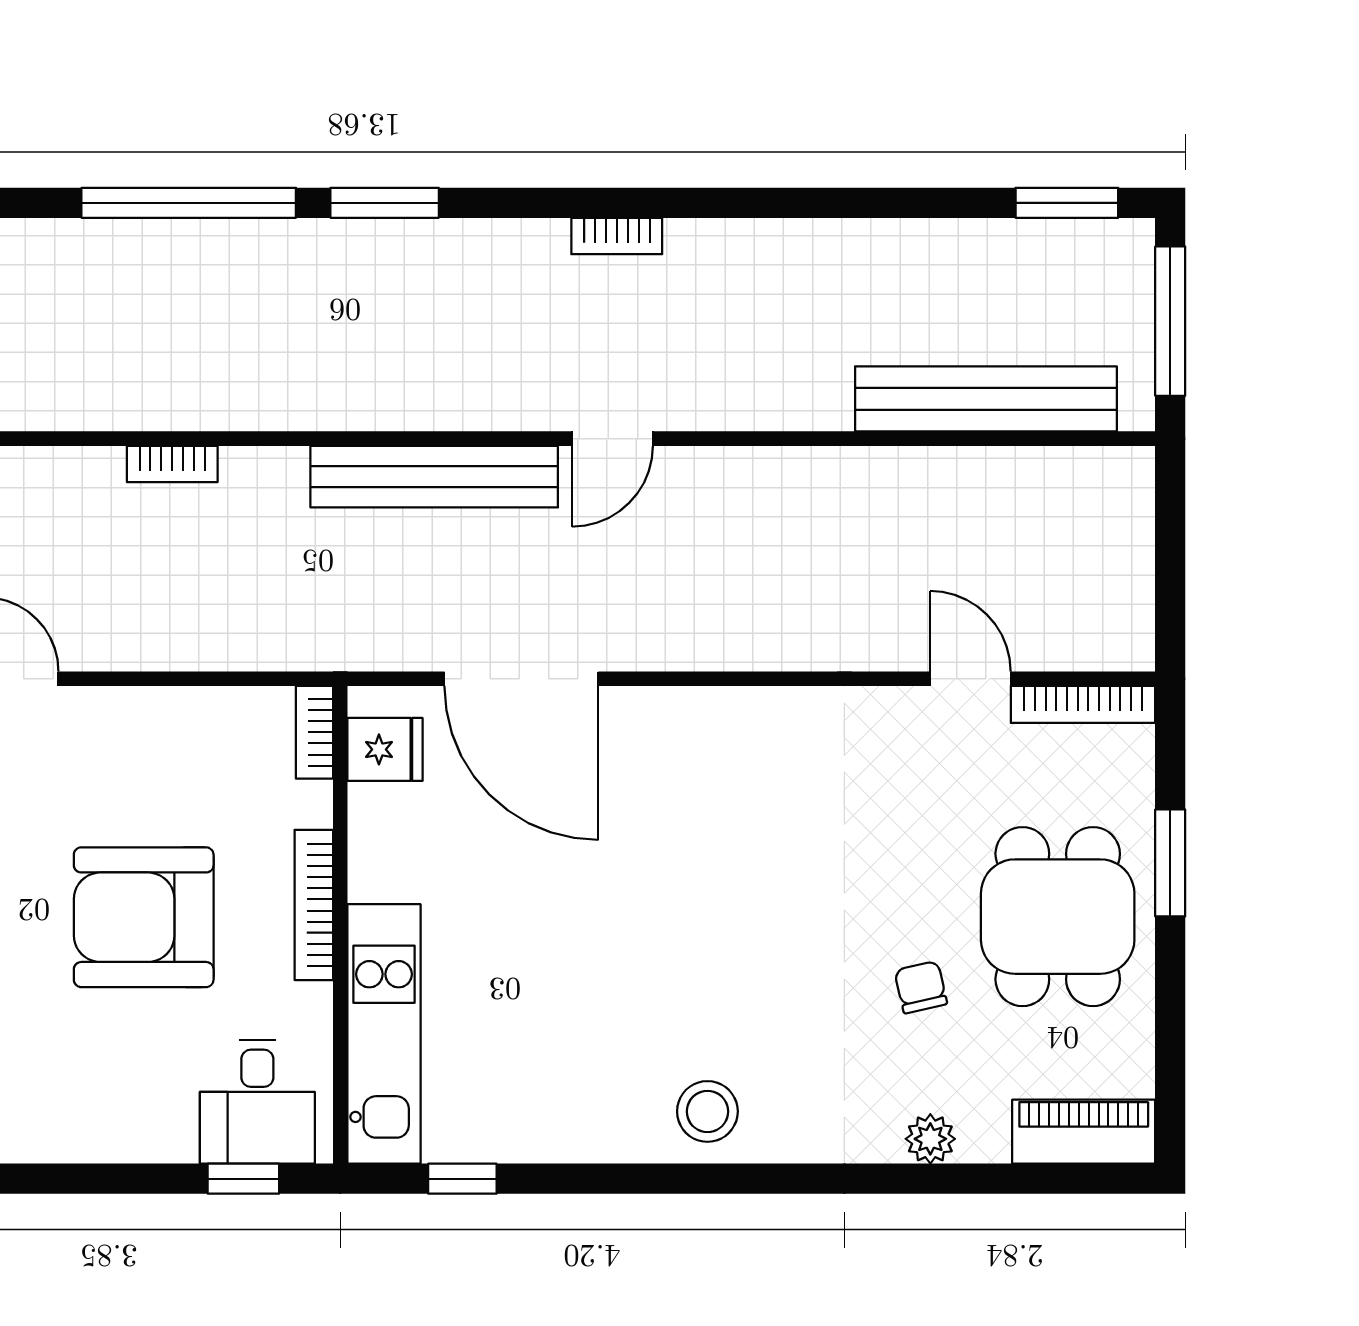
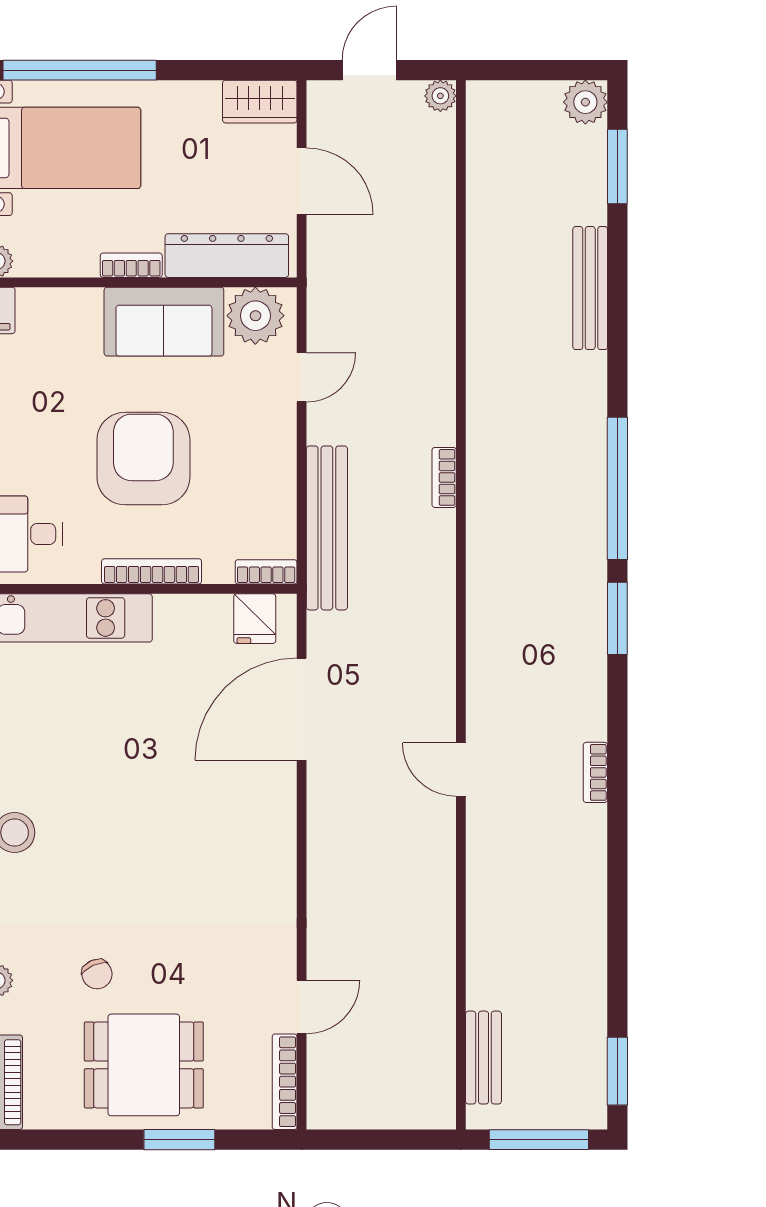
bench: (986, 399) -> (483, 1058), width x0.54, depth x0.82
bench: (434, 477) -> (327, 528), moved
chair: (921, 987) -> (97, 974), turned 79

